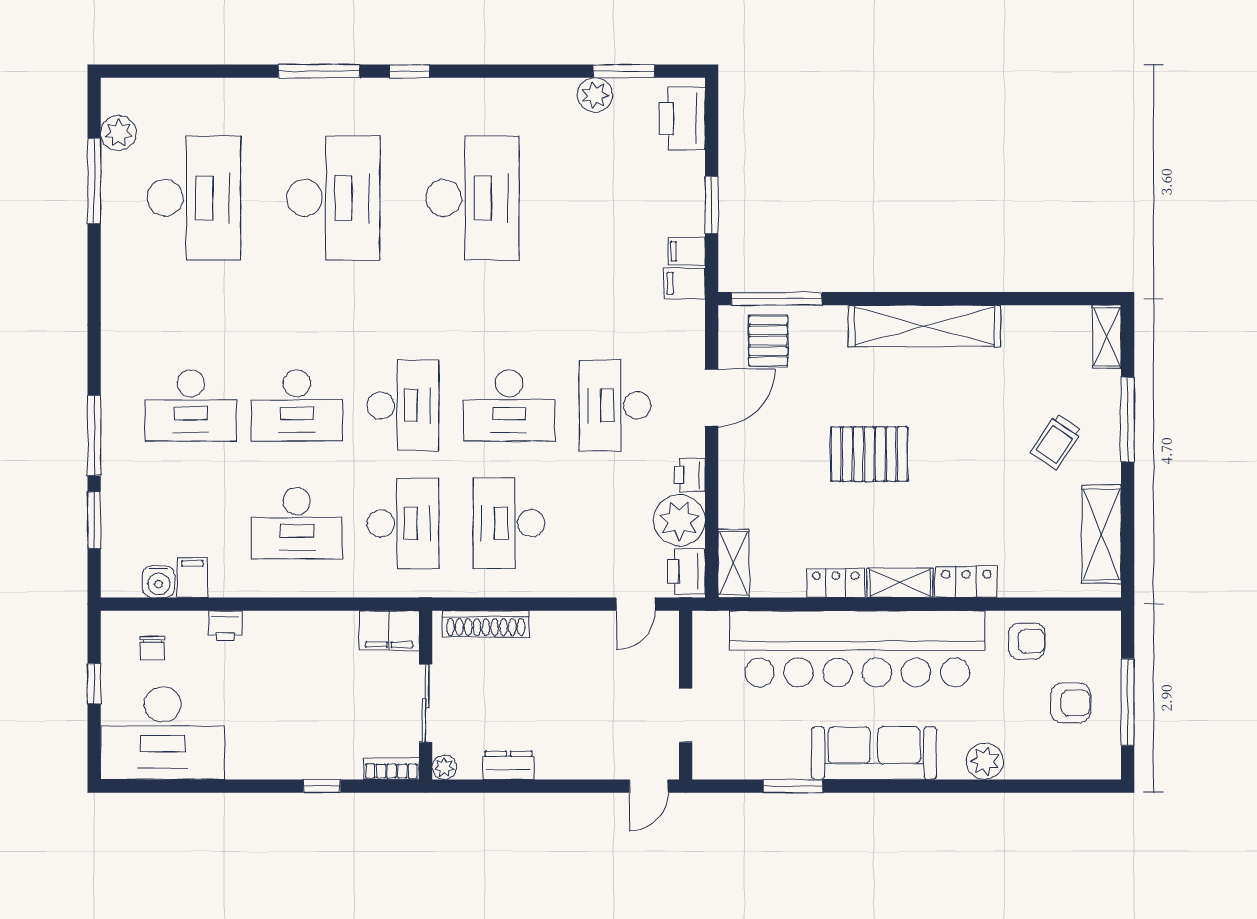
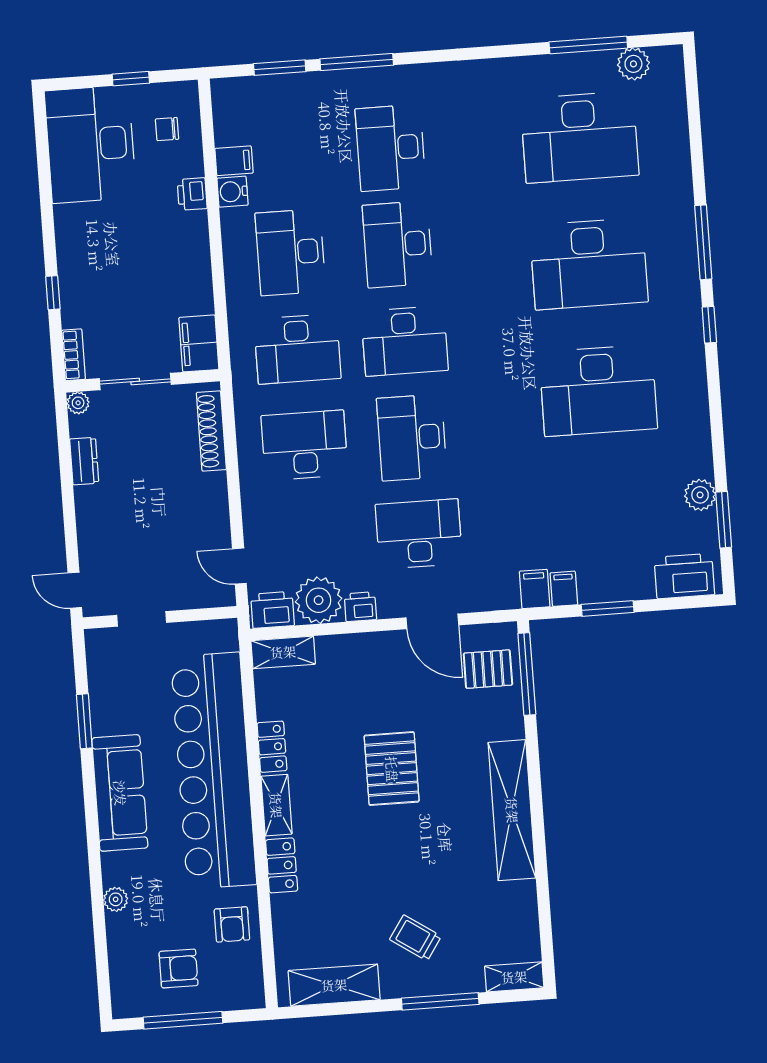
water cooler: (159, 582) -> (233, 192), moved
armchair: (1071, 703) -> (179, 968), turned -90
plant: (985, 761) -> (116, 899), width x0.73, depth x0.73

